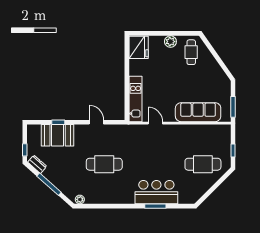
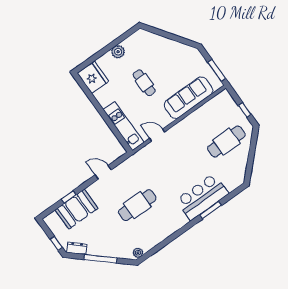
cafe table: (191, 52) -> (144, 83), moved

